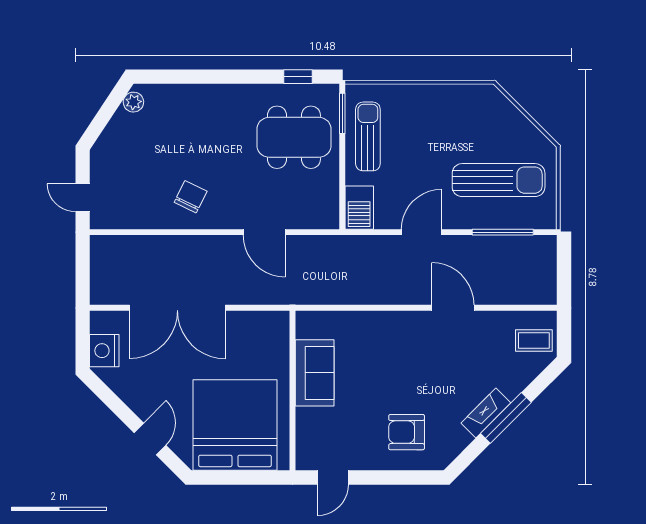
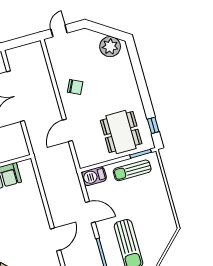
plant: (133, 102) -> (110, 47), width x1.88, depth x1.88
sun lounger: (368, 136) -> (132, 170), turned 180

